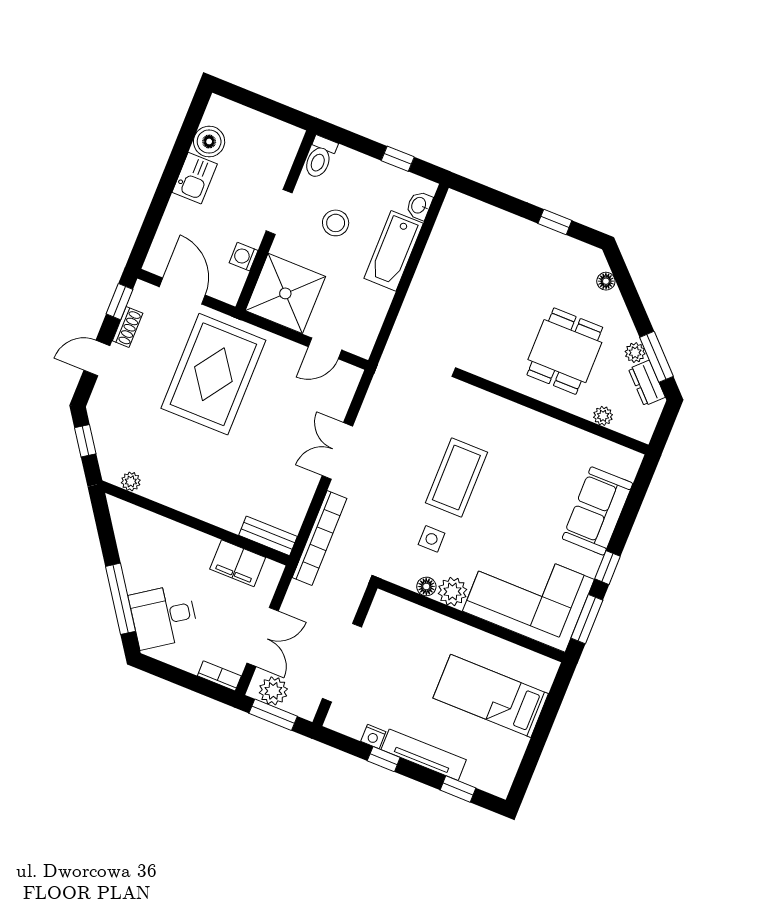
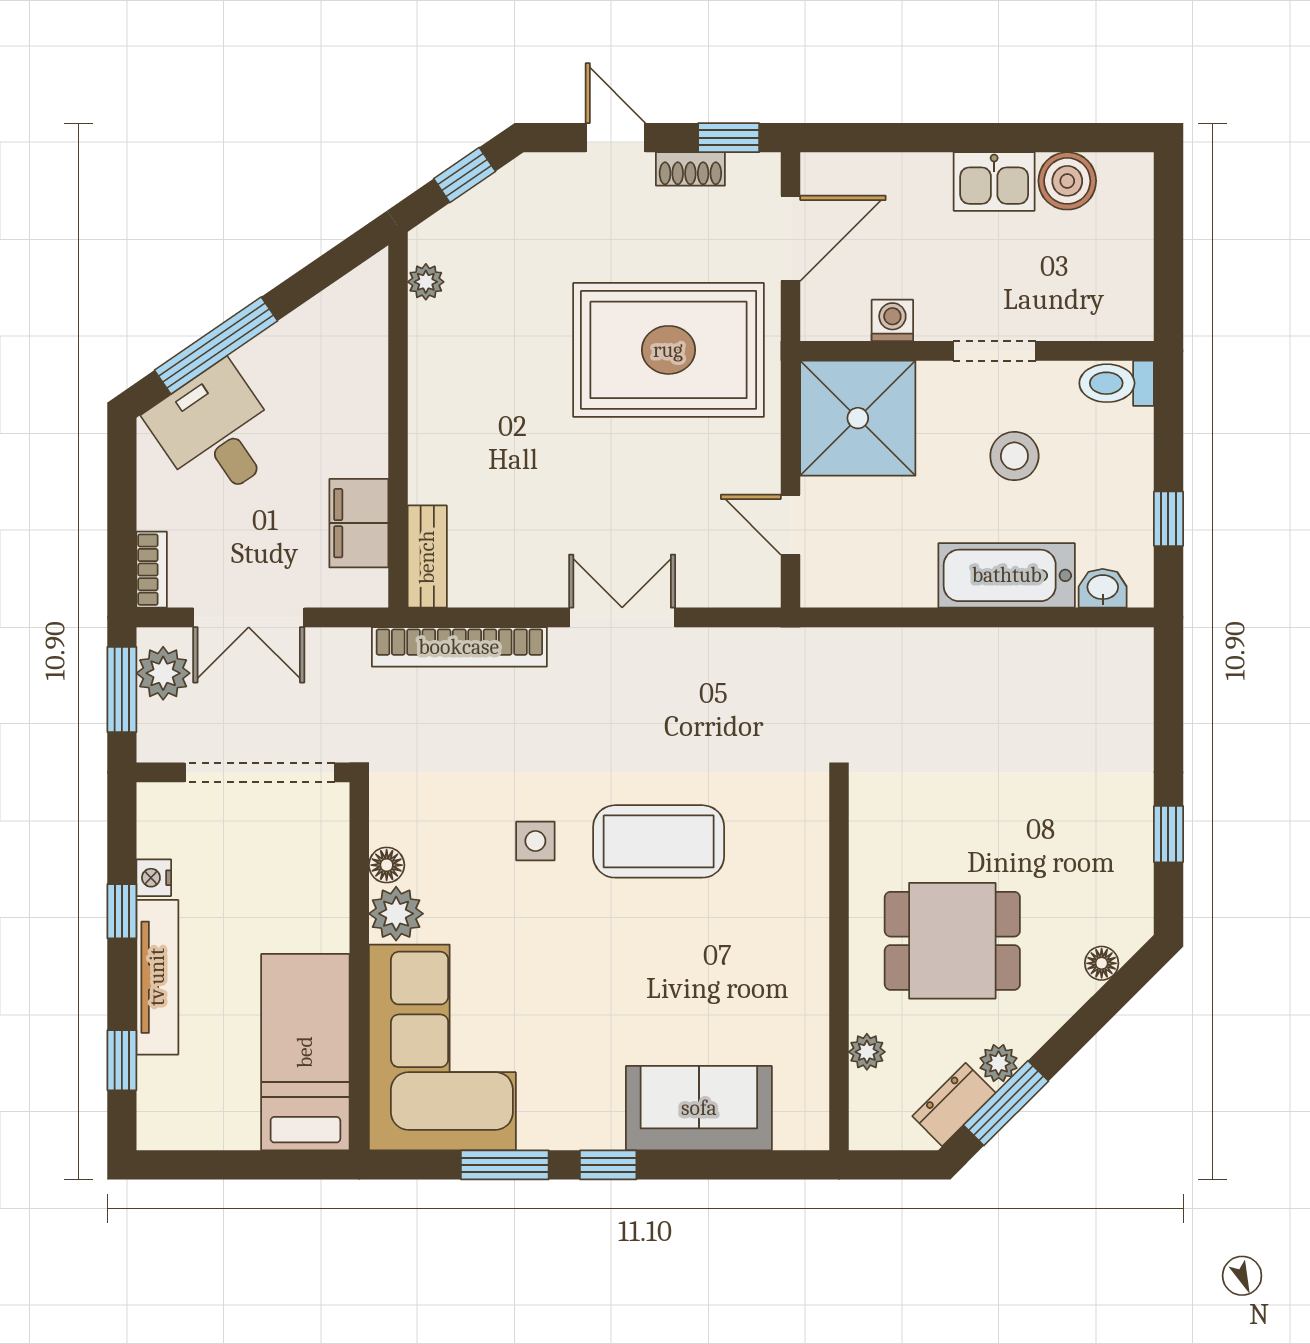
floor lamp: (426, 586) -> (387, 865), moved
plant: (452, 592) -> (396, 914), moved
corner sofa: (528, 595) -> (442, 1047), moved
wall: (471, 620) -> (359, 966), moved

